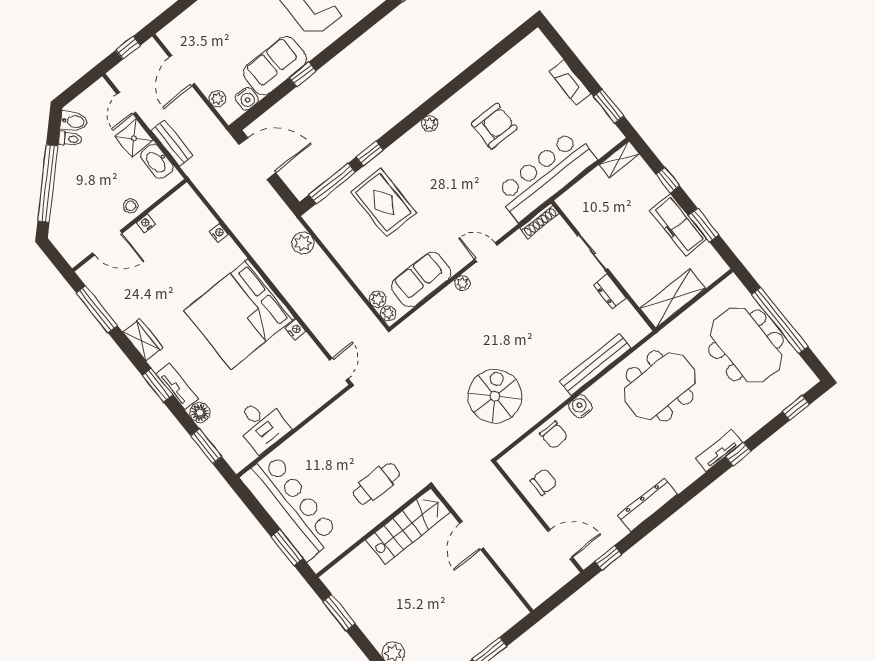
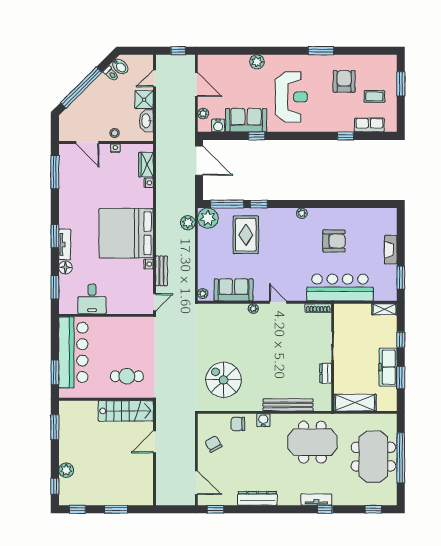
door: (182, 71) -> (196, 85), swing flipped
bench: (172, 143) -> (162, 271), moved
plant: (378, 299) -> (208, 218), moved, width x1.88, depth x1.88
wardrobe: (143, 340) -> (146, 165), moved, turned 180
spiral stairs: (495, 396) -> (224, 380), turned -90
chair: (554, 435) -> (238, 424), turned 90
chair: (544, 482) -> (213, 444), turned -118

